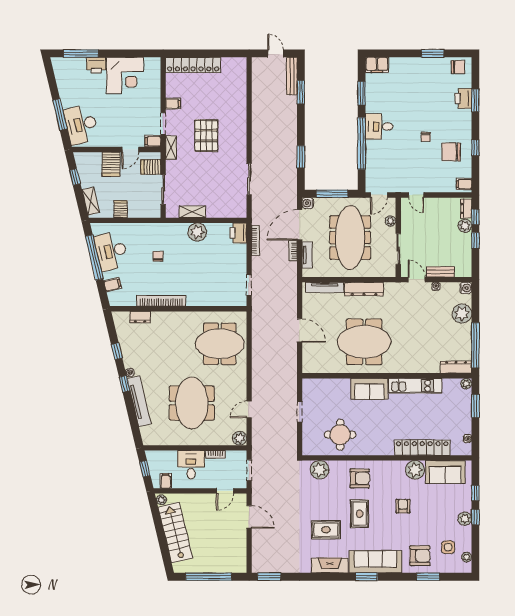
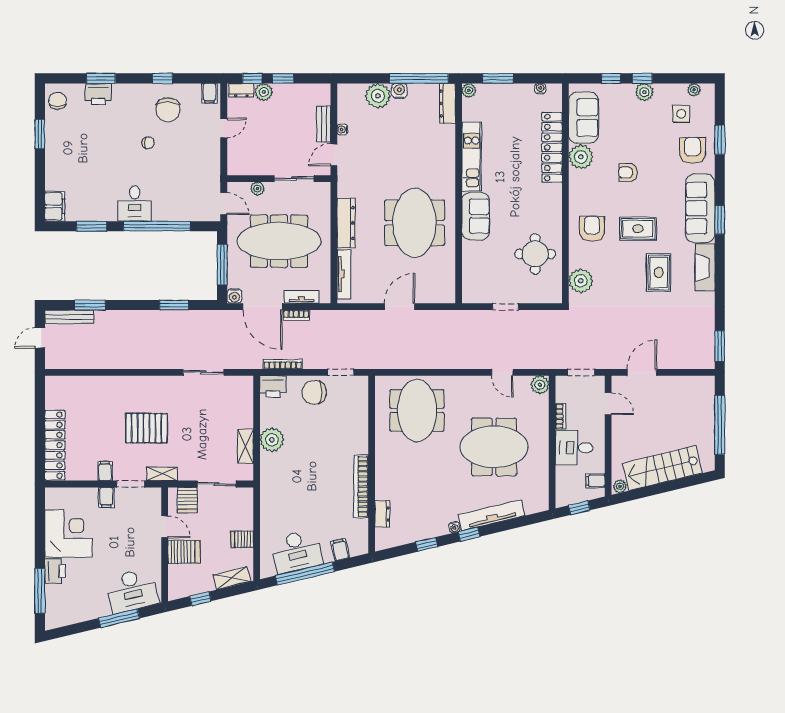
filing cabinet: (153, 141) -> (106, 497), moved
door: (416, 195) -> (224, 128), moved
chair: (158, 256) -> (314, 392), moved, width x1.87, depth x1.87
water cooler: (466, 288) -> (399, 91), moved

